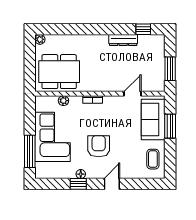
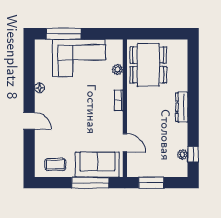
plant: (40, 39) -> (182, 154), moved
dresser: (123, 40) -> (182, 107), moved
window: (170, 126) -> (90, 183), width x1.44
armchair: (99, 146) -> (69, 107), removed
window: (78, 184) -> (29, 85), removed

